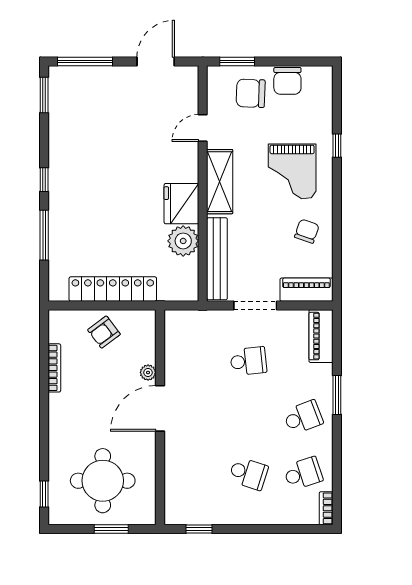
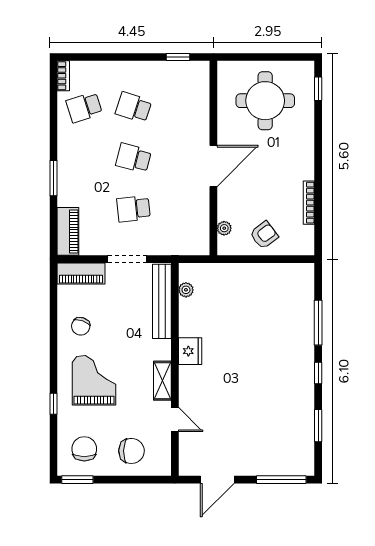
window: (237, 62) -> (77, 480), moved
chair: (287, 81) -> (84, 449), moved
window: (44, 95) -> (318, 426), moved
door: (203, 128) -> (175, 420), hinge flipped
shelving: (220, 182) -> (162, 381), width x0.67, depth x0.75
fridge: (181, 204) -> (190, 351), width x0.73, depth x0.75
plant: (183, 241) -> (186, 290), moved, width x0.53, depth x0.53
locker: (113, 289) -> (256, 274), removed
plant: (148, 373) -> (224, 228), moved
school desk: (303, 417) -> (133, 158), moved, turned 36
window: (111, 529) -> (257, 57), removed

